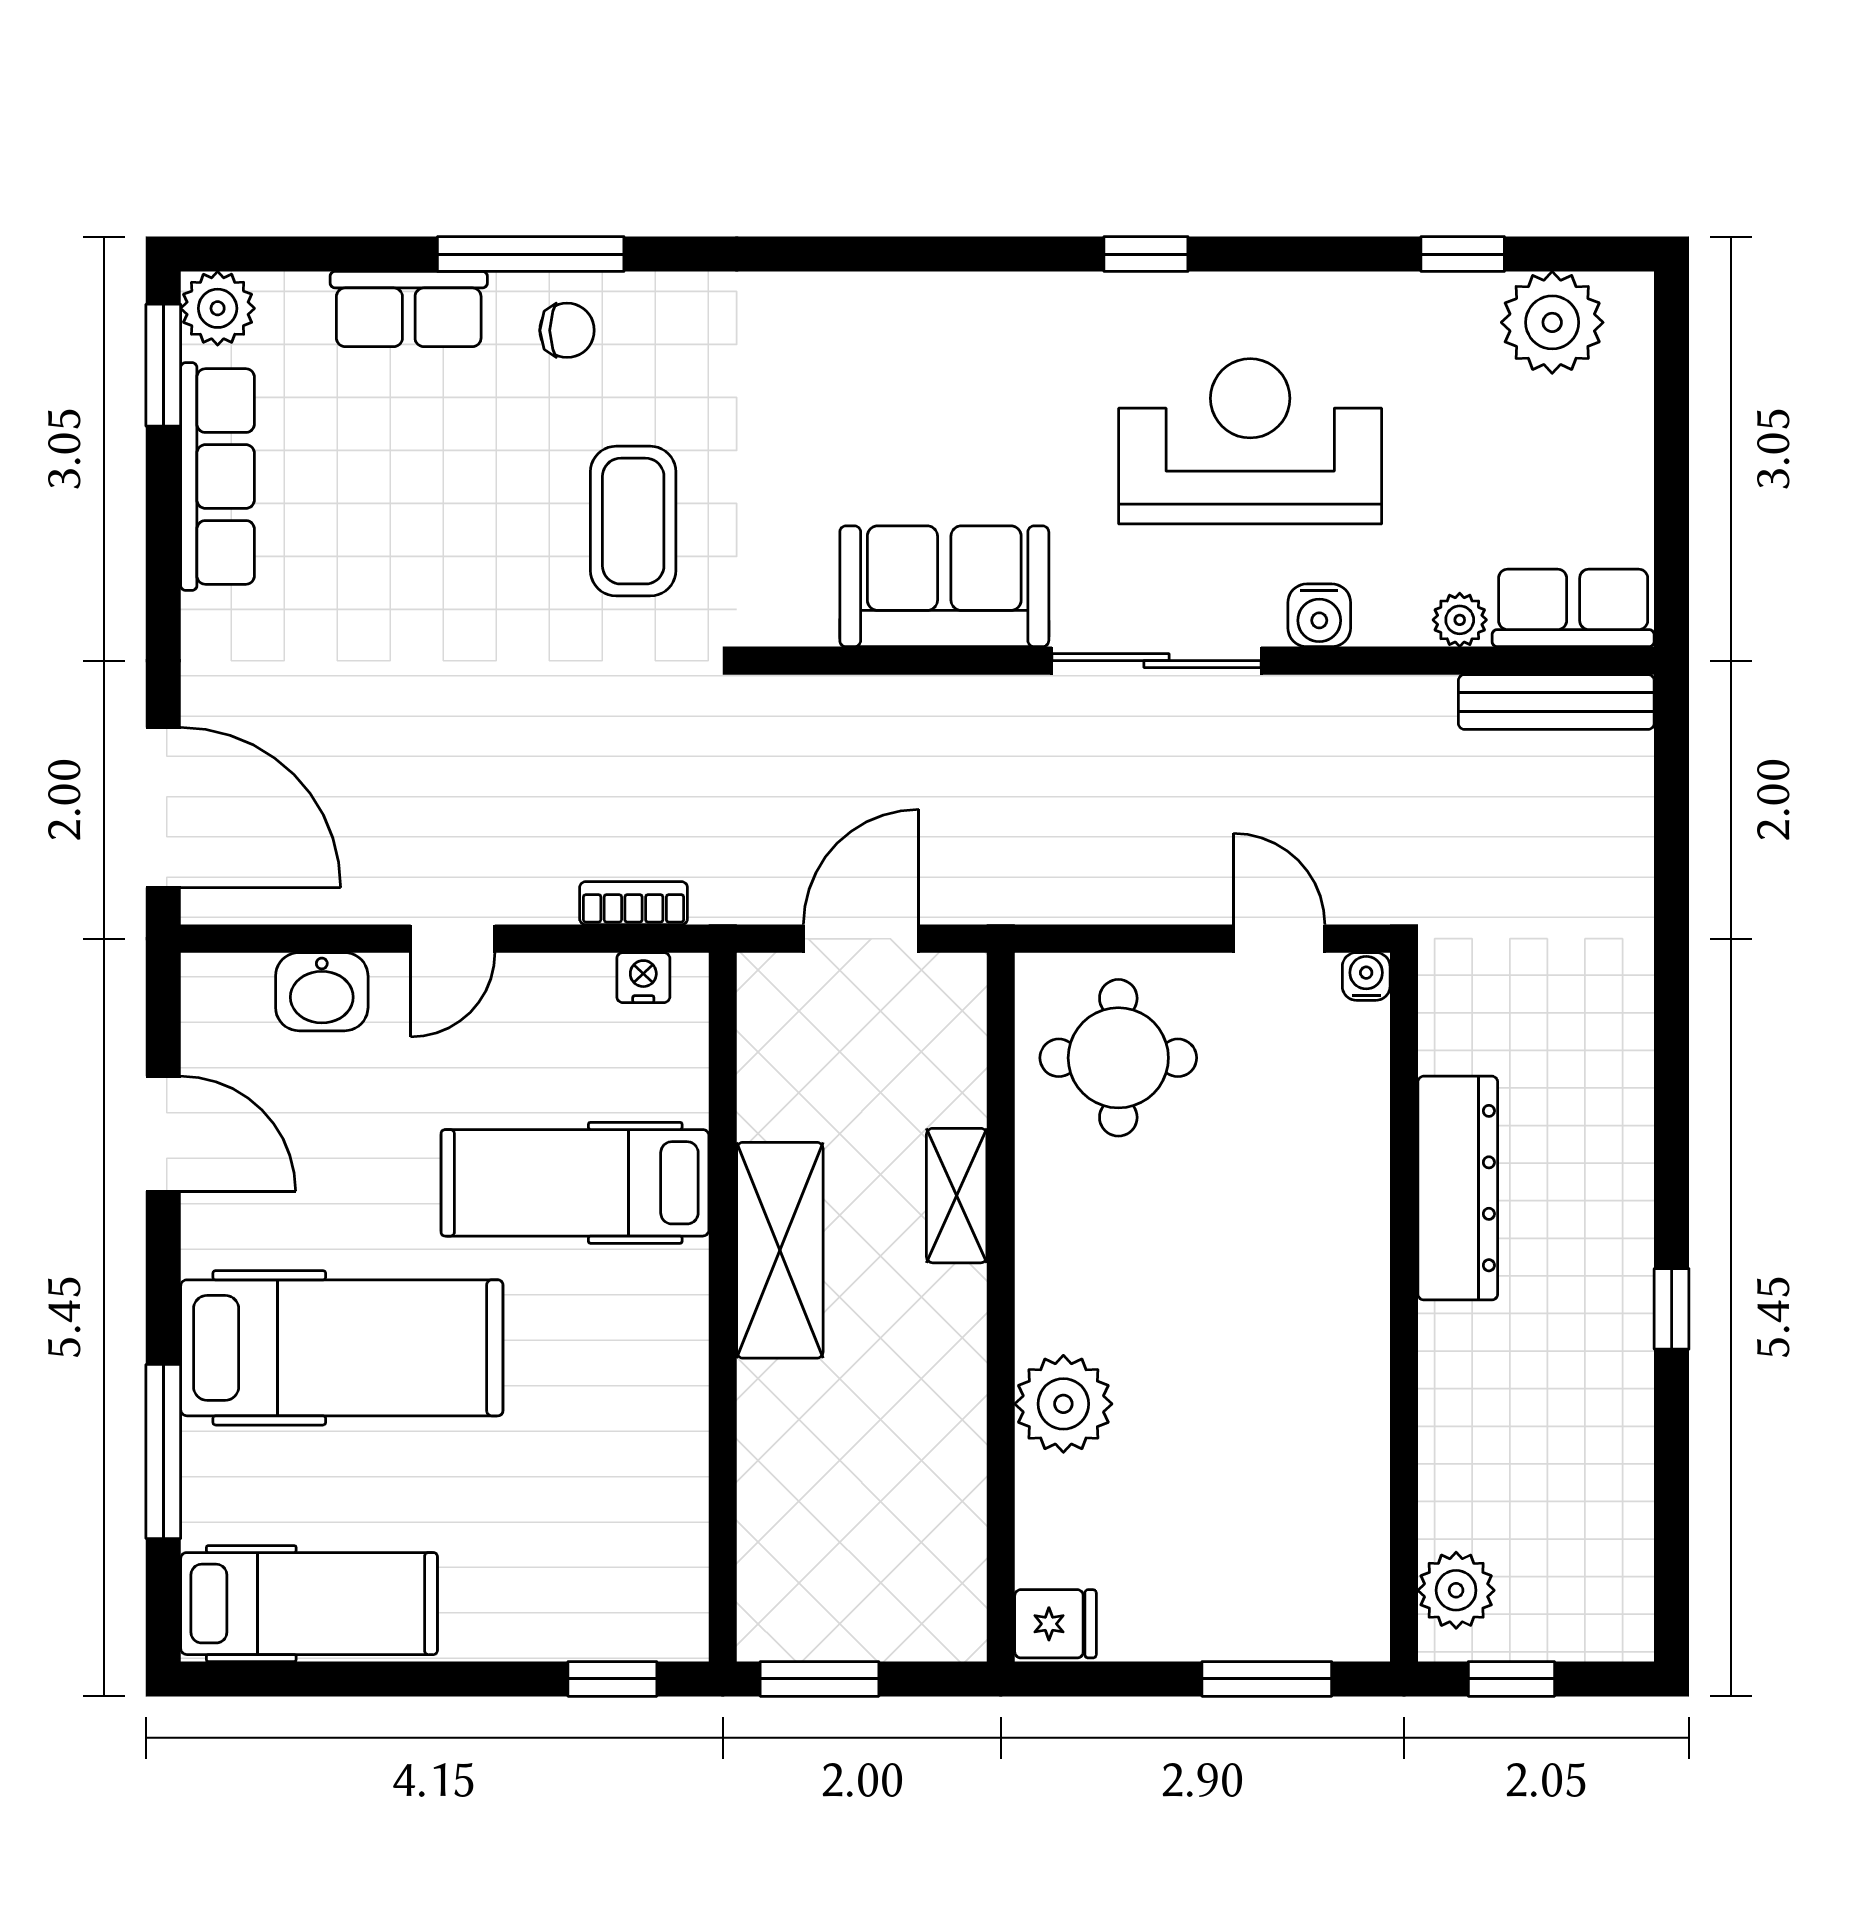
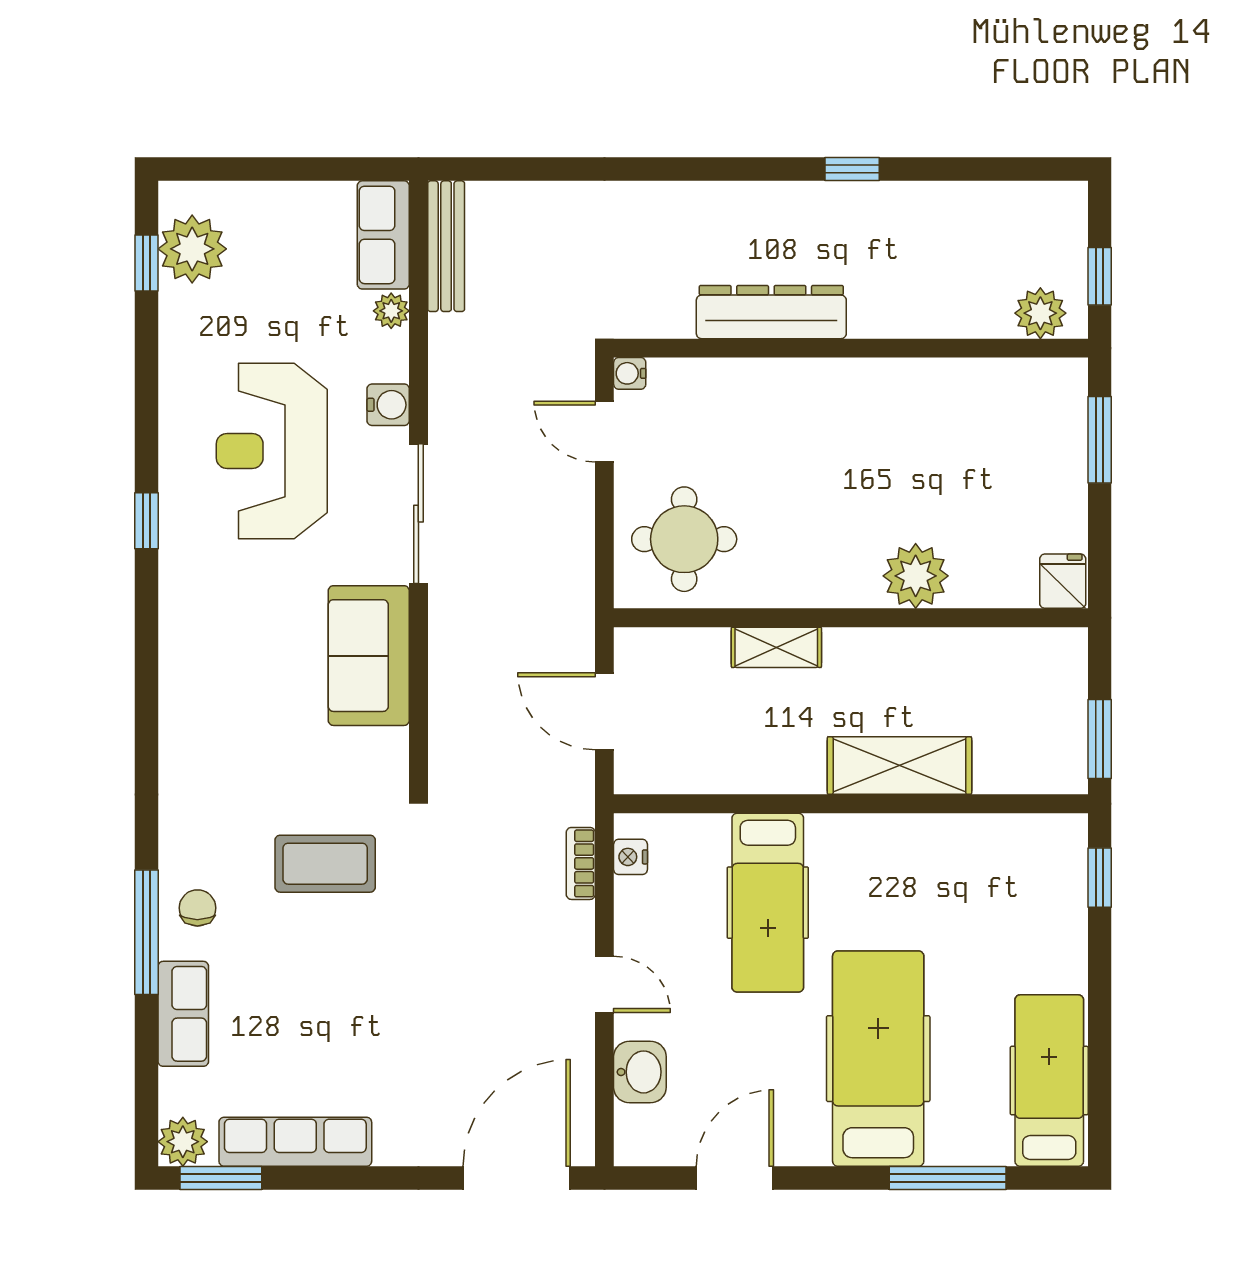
window: (1463, 254) -> (146, 263), moved
door: (1279, 939) -> (604, 432), hinge flipped
shelving: (780, 1250) -> (899, 766), moved

